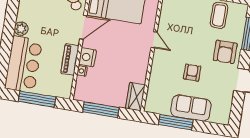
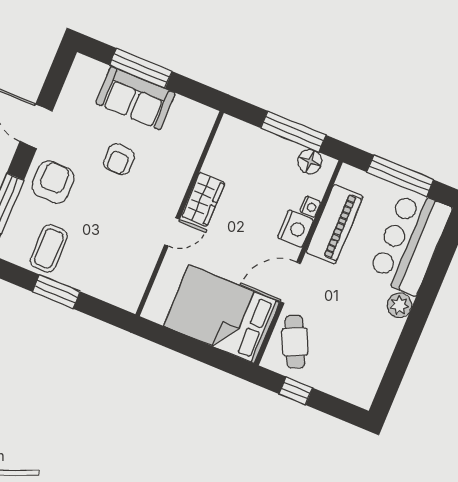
door: (154, 40) -> (172, 232), swing flipped
piano: (70, 59) -> (334, 224), width x1.37, depth x1.33
floor lamp: (88, 96) -> (310, 161), added
wardrobe: (135, 97) -> (203, 199), moved
window: (176, 122) -> (141, 68), moved

